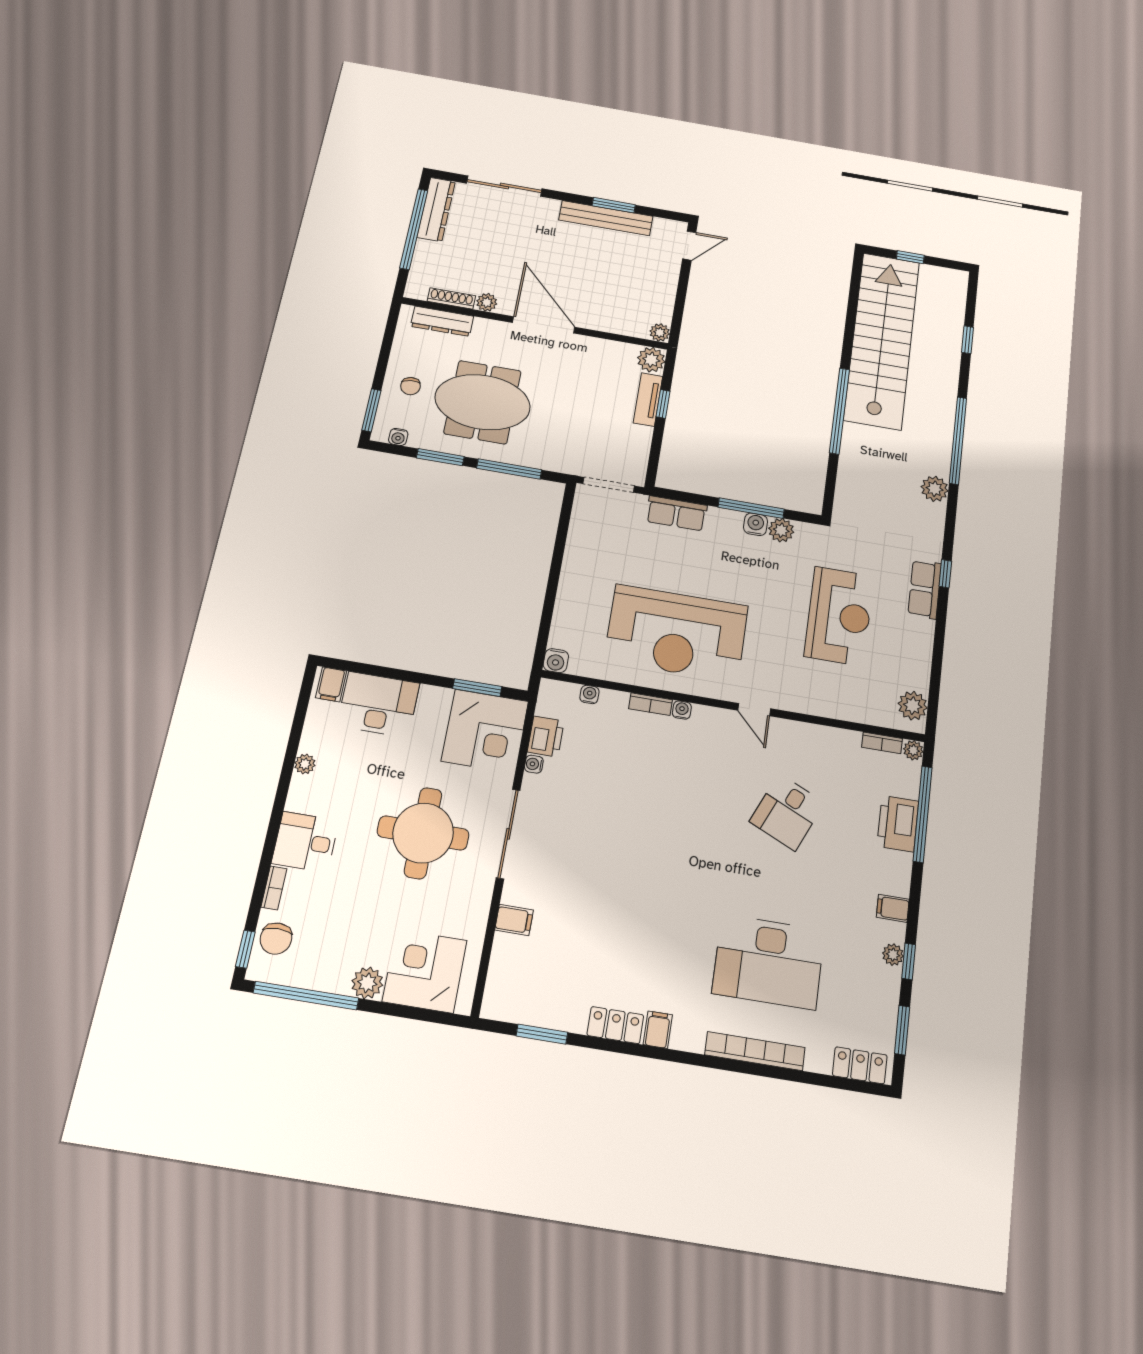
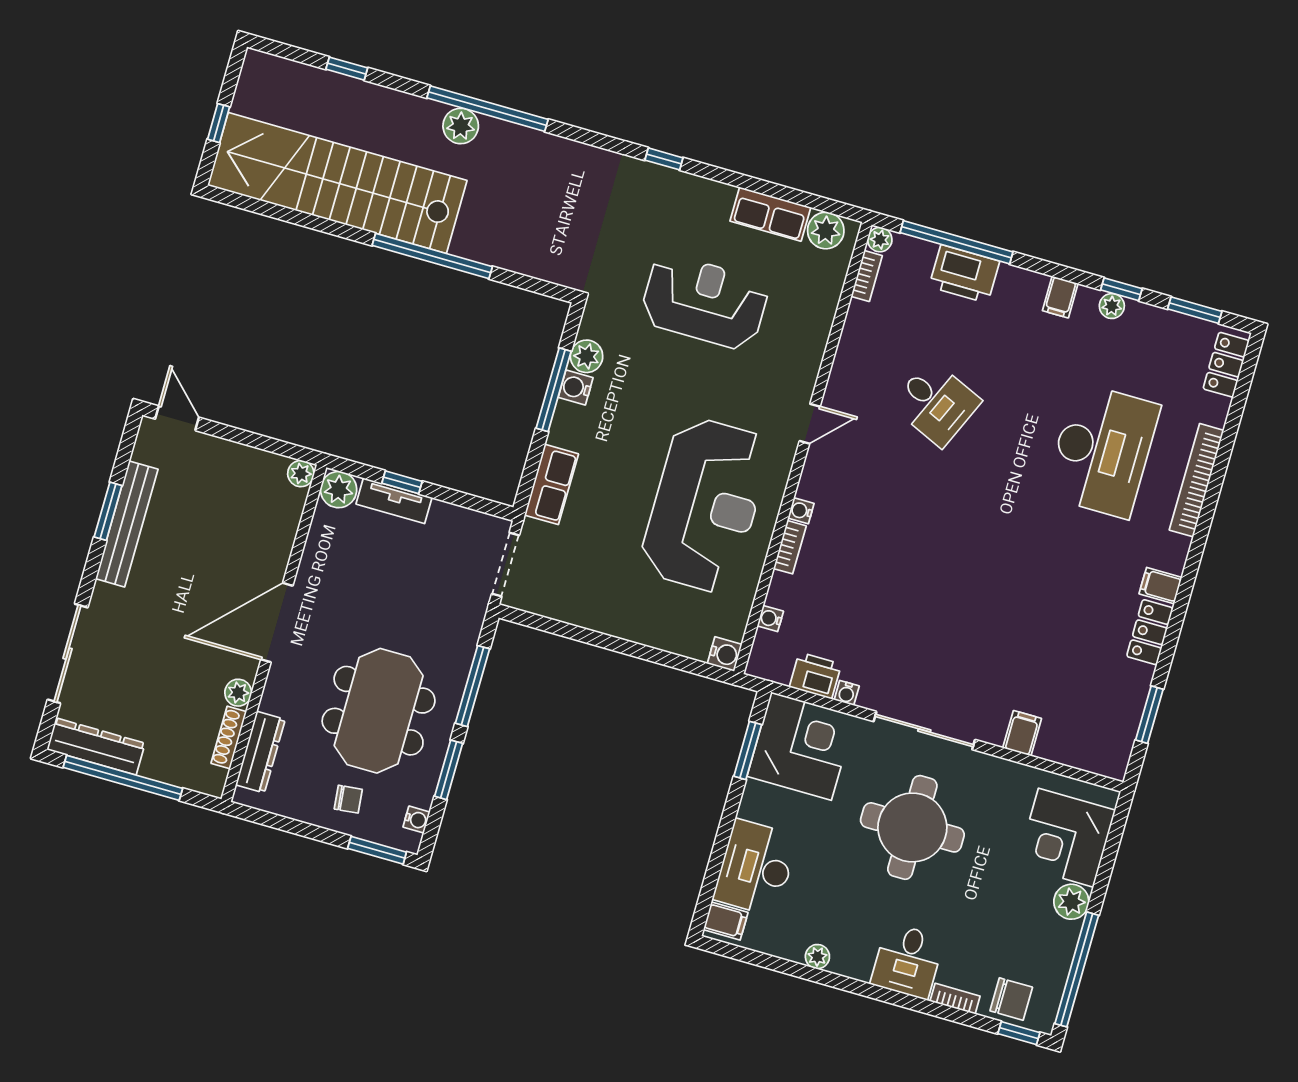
plant: (935, 489) -> (461, 126), moved
row of seats: (925, 589) -> (770, 214), moved

